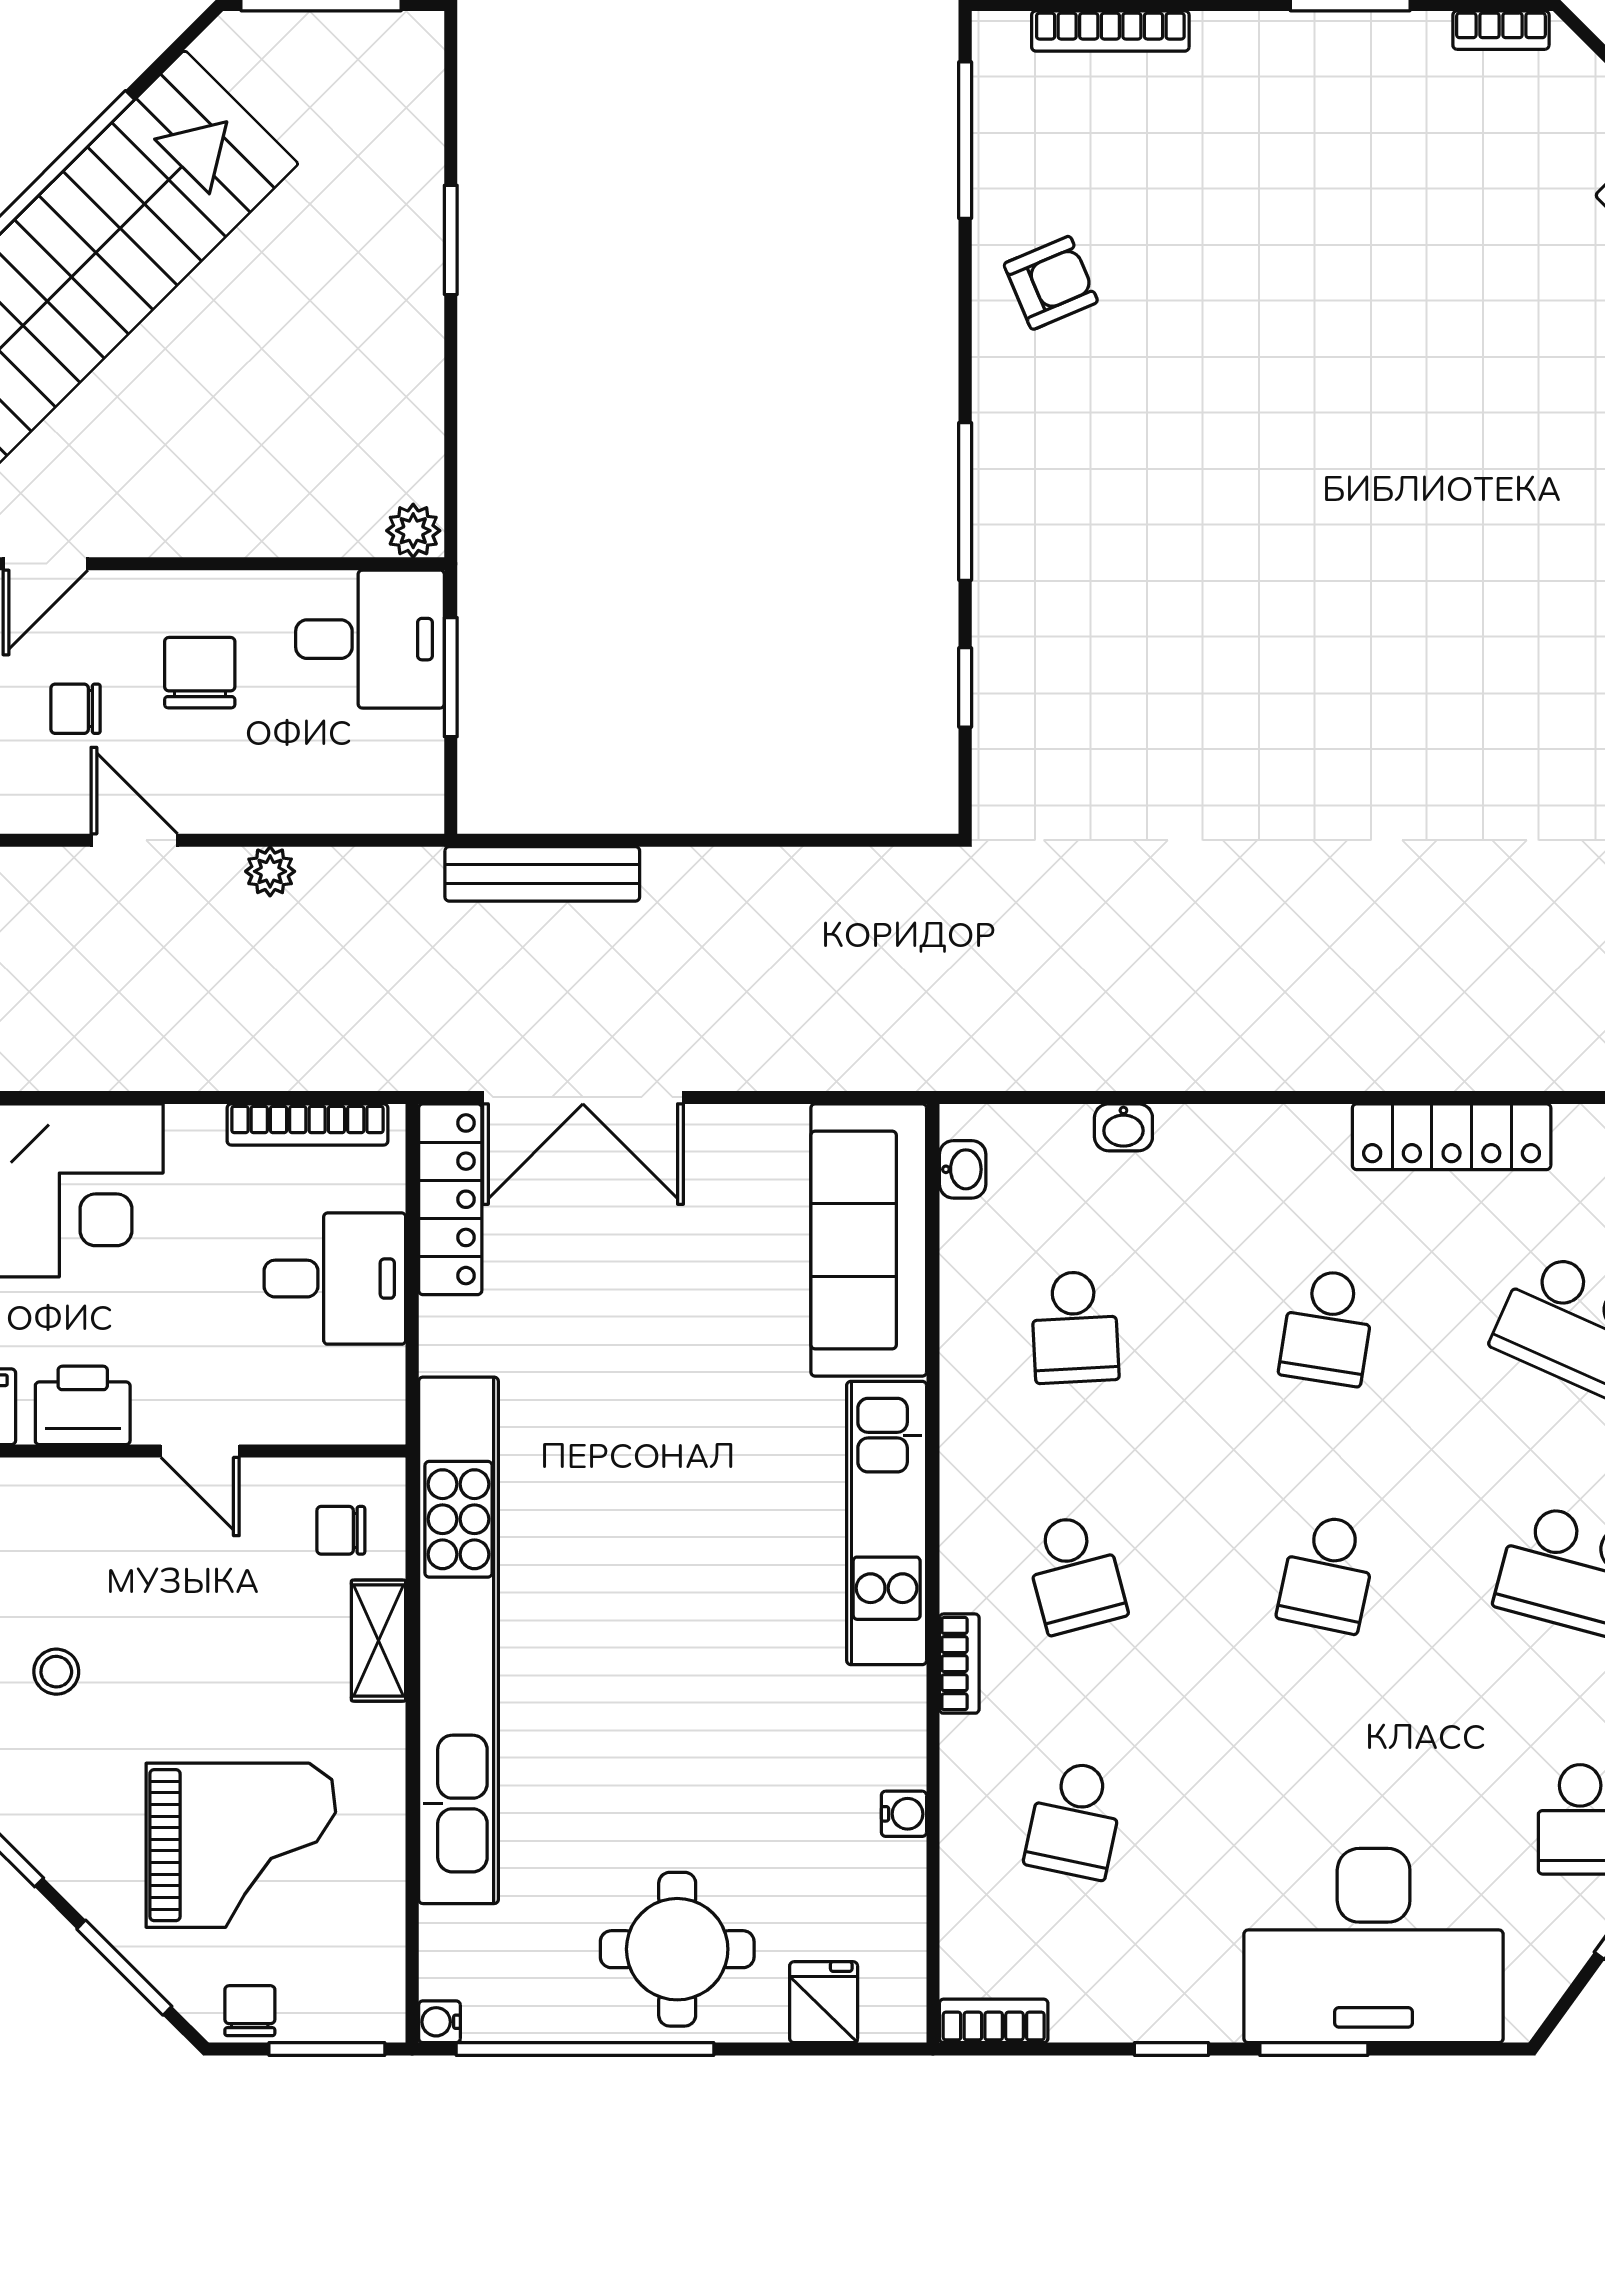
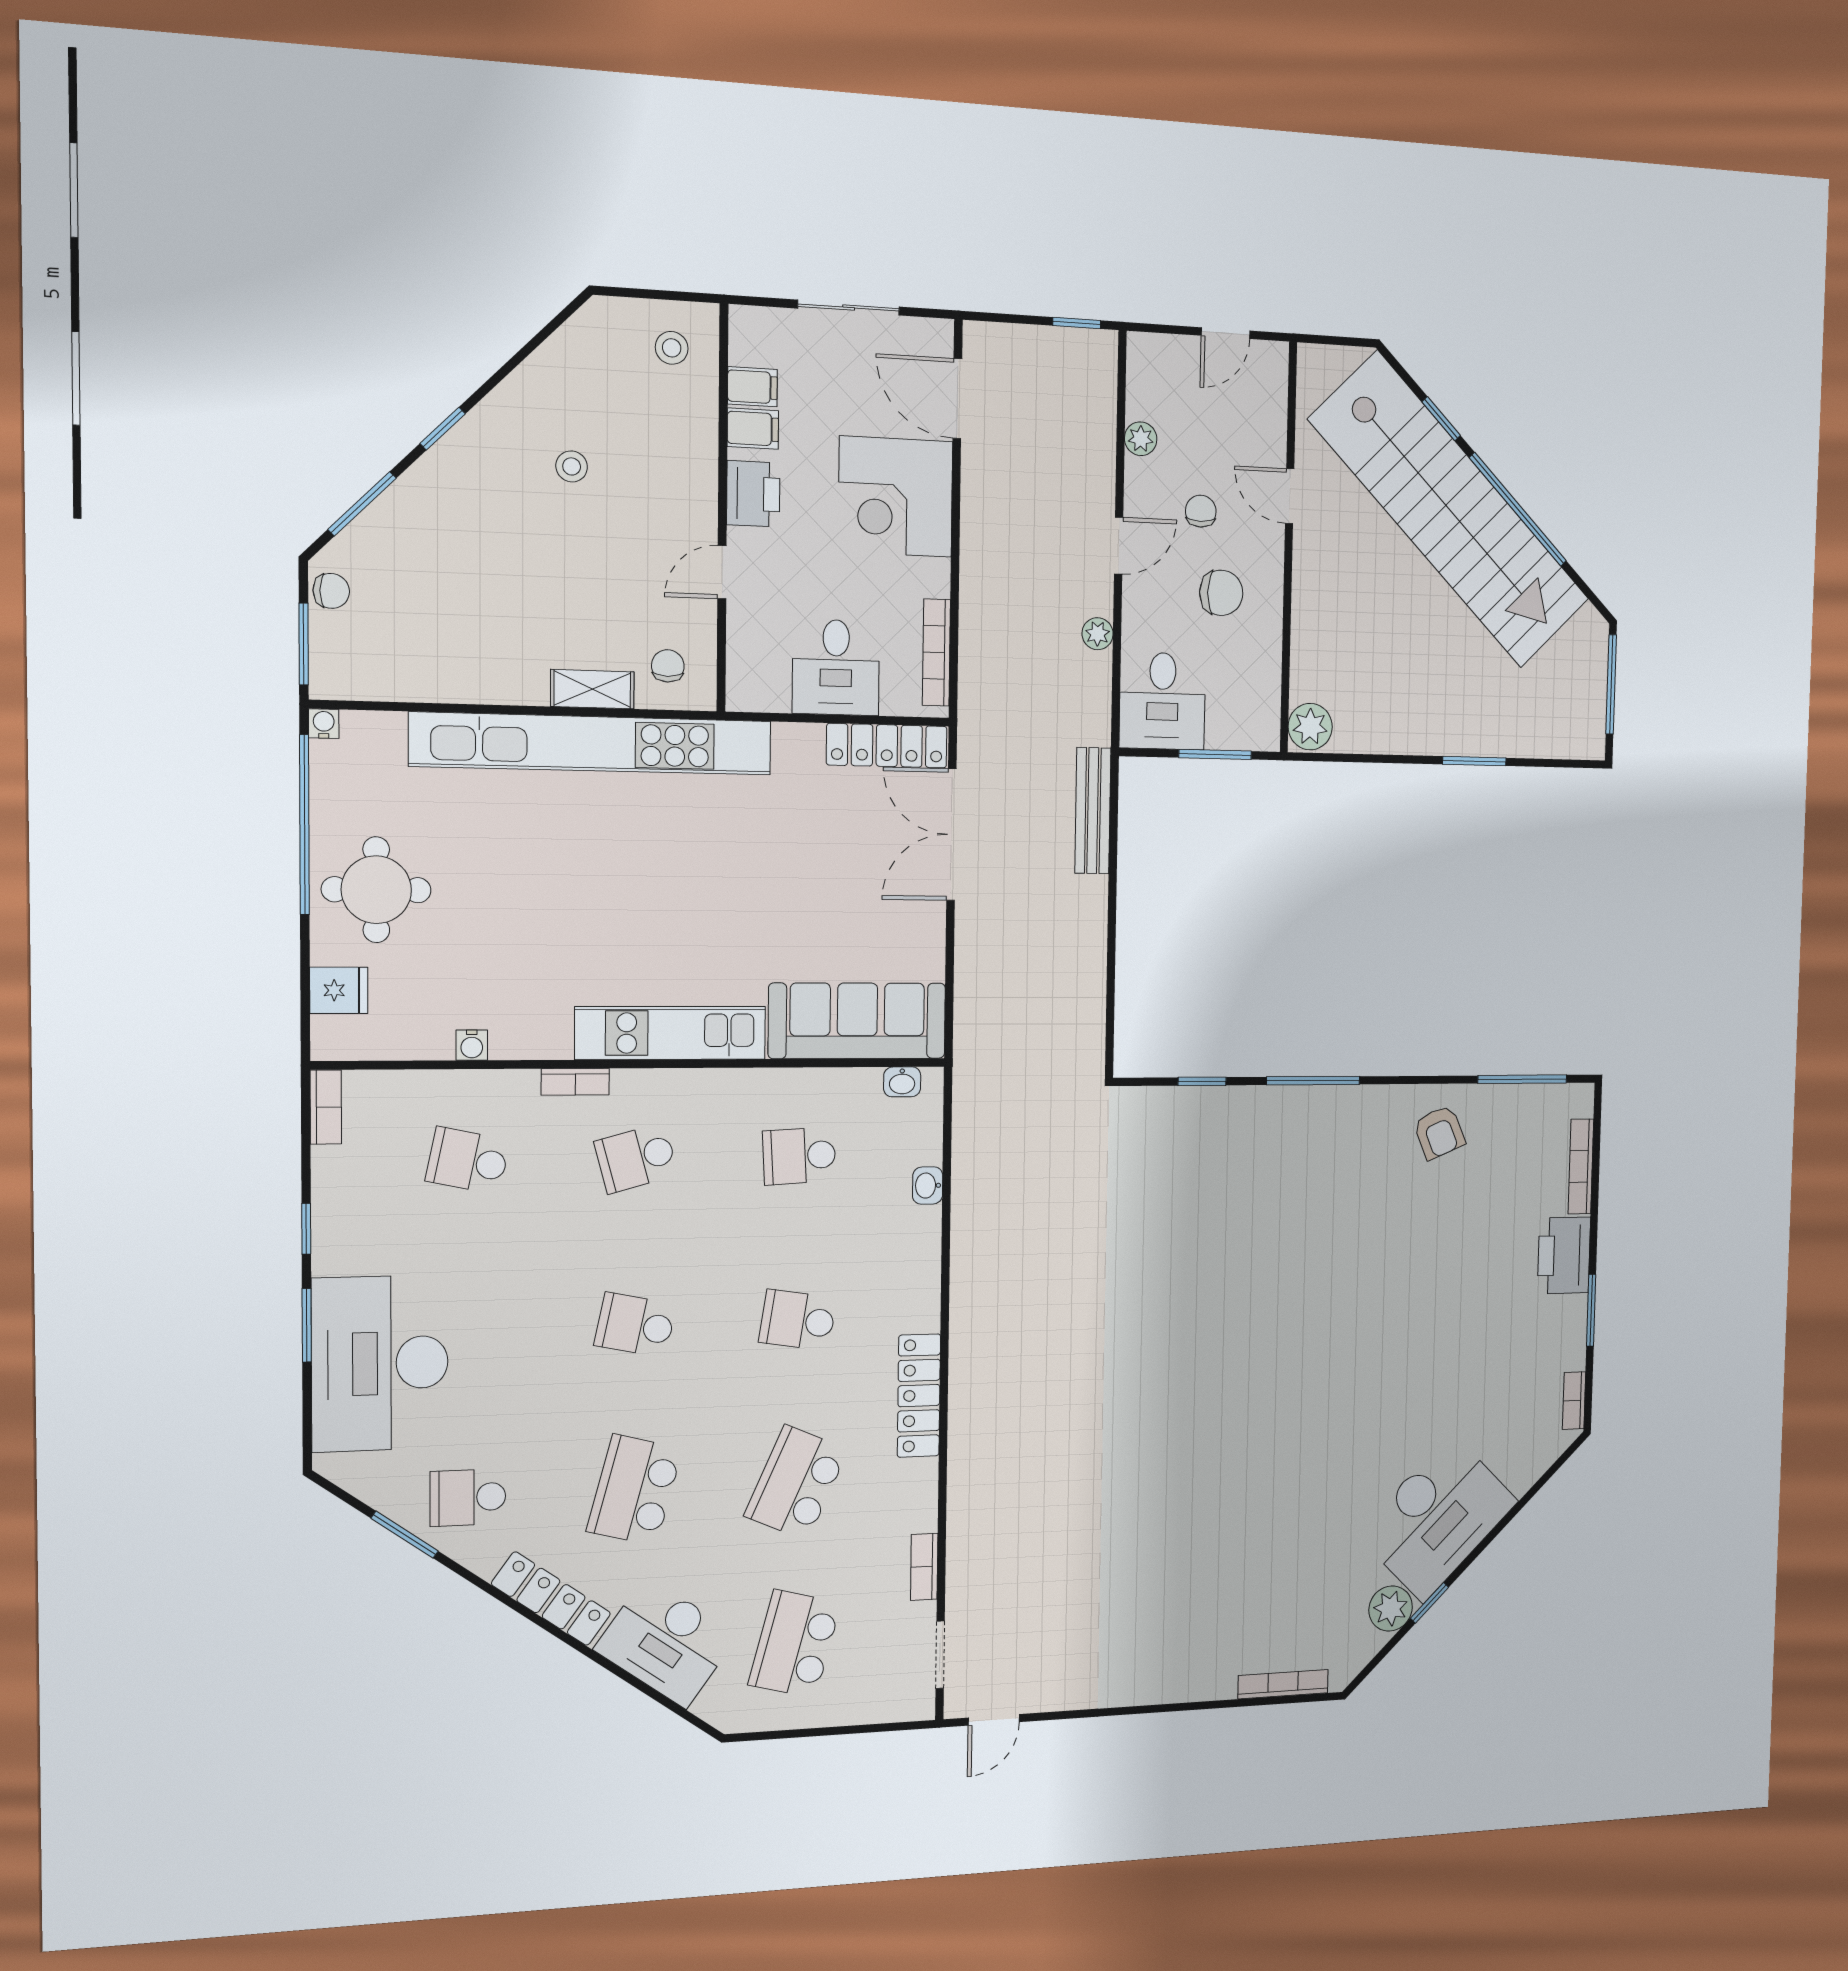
printer: (1257, 56) -> (1564, 1255), added
plant: (413, 531) -> (1310, 727), width x1.38, depth x1.38
desk: (370, 639) -> (1162, 701), moved
grand piano: (241, 1845) -> (450, 589), removed

